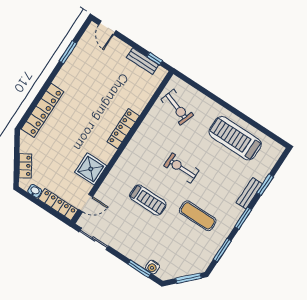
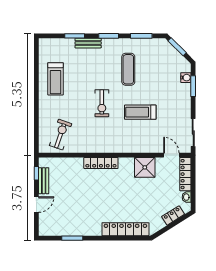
door: (107, 28) -> (36, 205), moved
treadmill: (235, 138) -> (56, 79), width x0.73, depth x0.73
treadmill: (148, 200) -> (140, 112), turned -90

